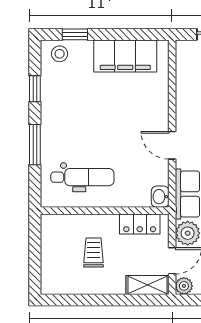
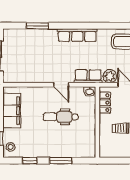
door: (172, 145) -> (61, 85), hinge flipped
dental chair: (82, 177) -> (61, 117), moved, turned -90

